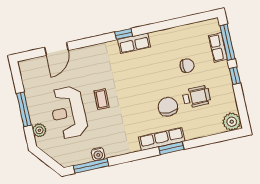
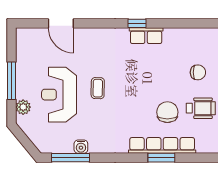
door: (56, 49) -> (61, 23), hinge flipped
row of seats: (162, 139) -> (162, 145), width x1.36

